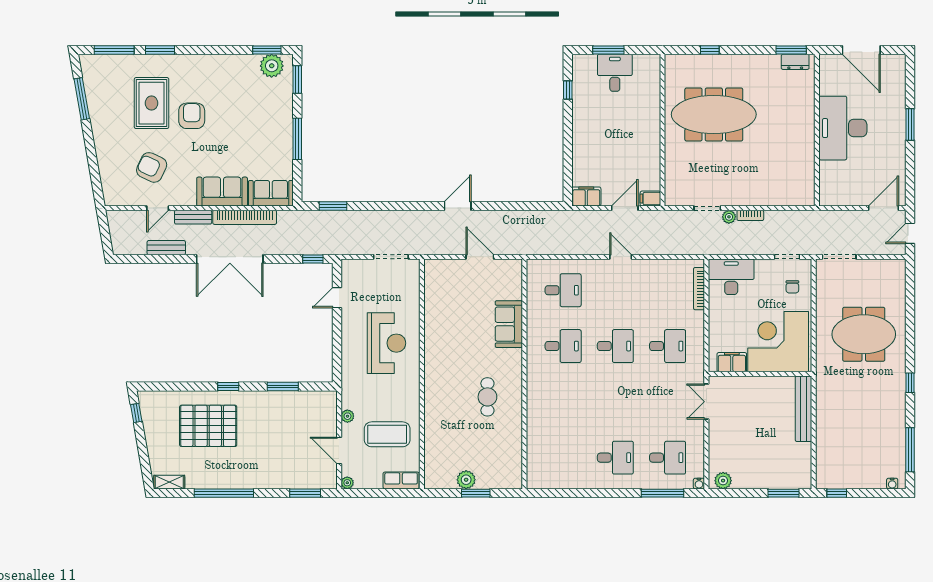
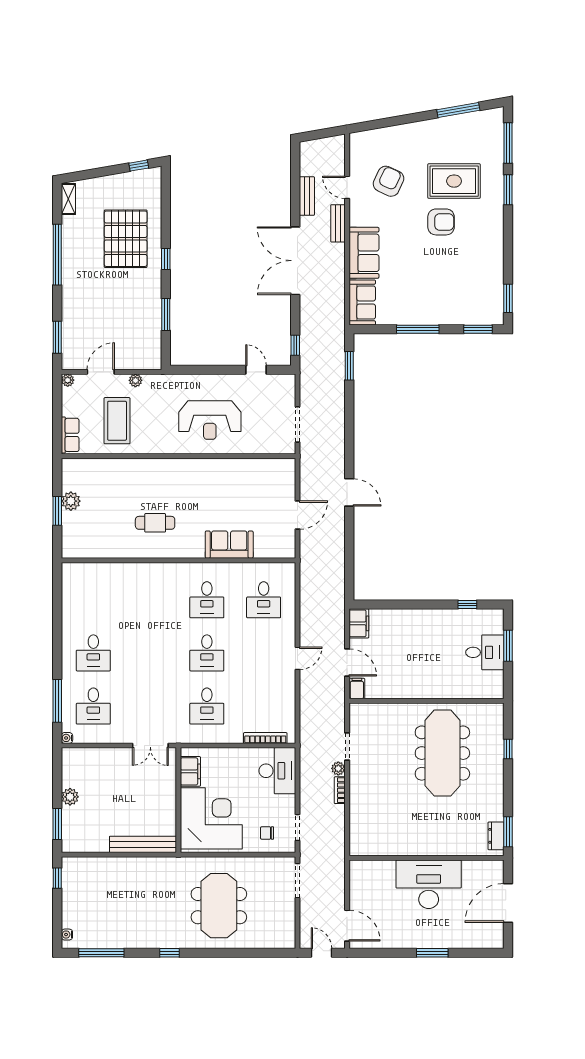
plant: (272, 66) -> (492, 303), removed
bookcase: (245, 217) -> (338, 276), removed
double door: (706, 402) -> (150, 746), swing flipped
plant: (723, 481) -> (70, 797), moved

